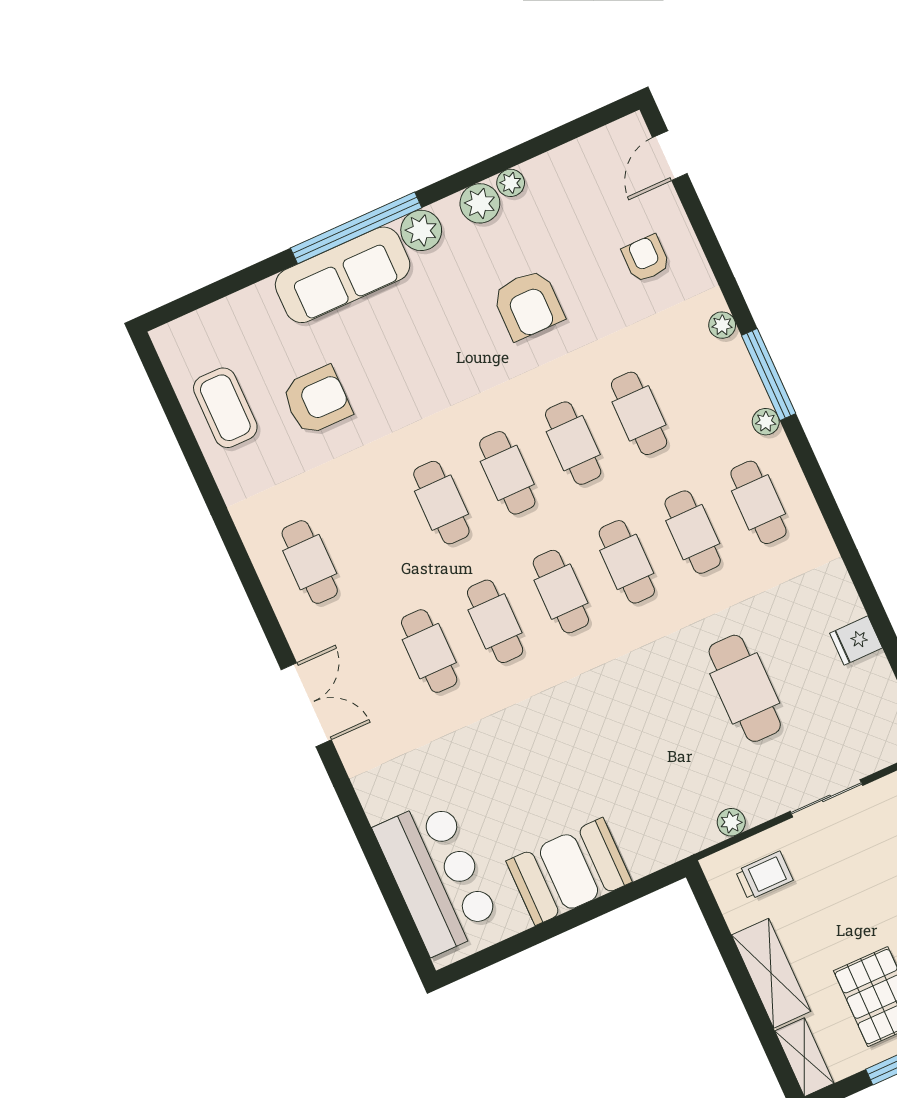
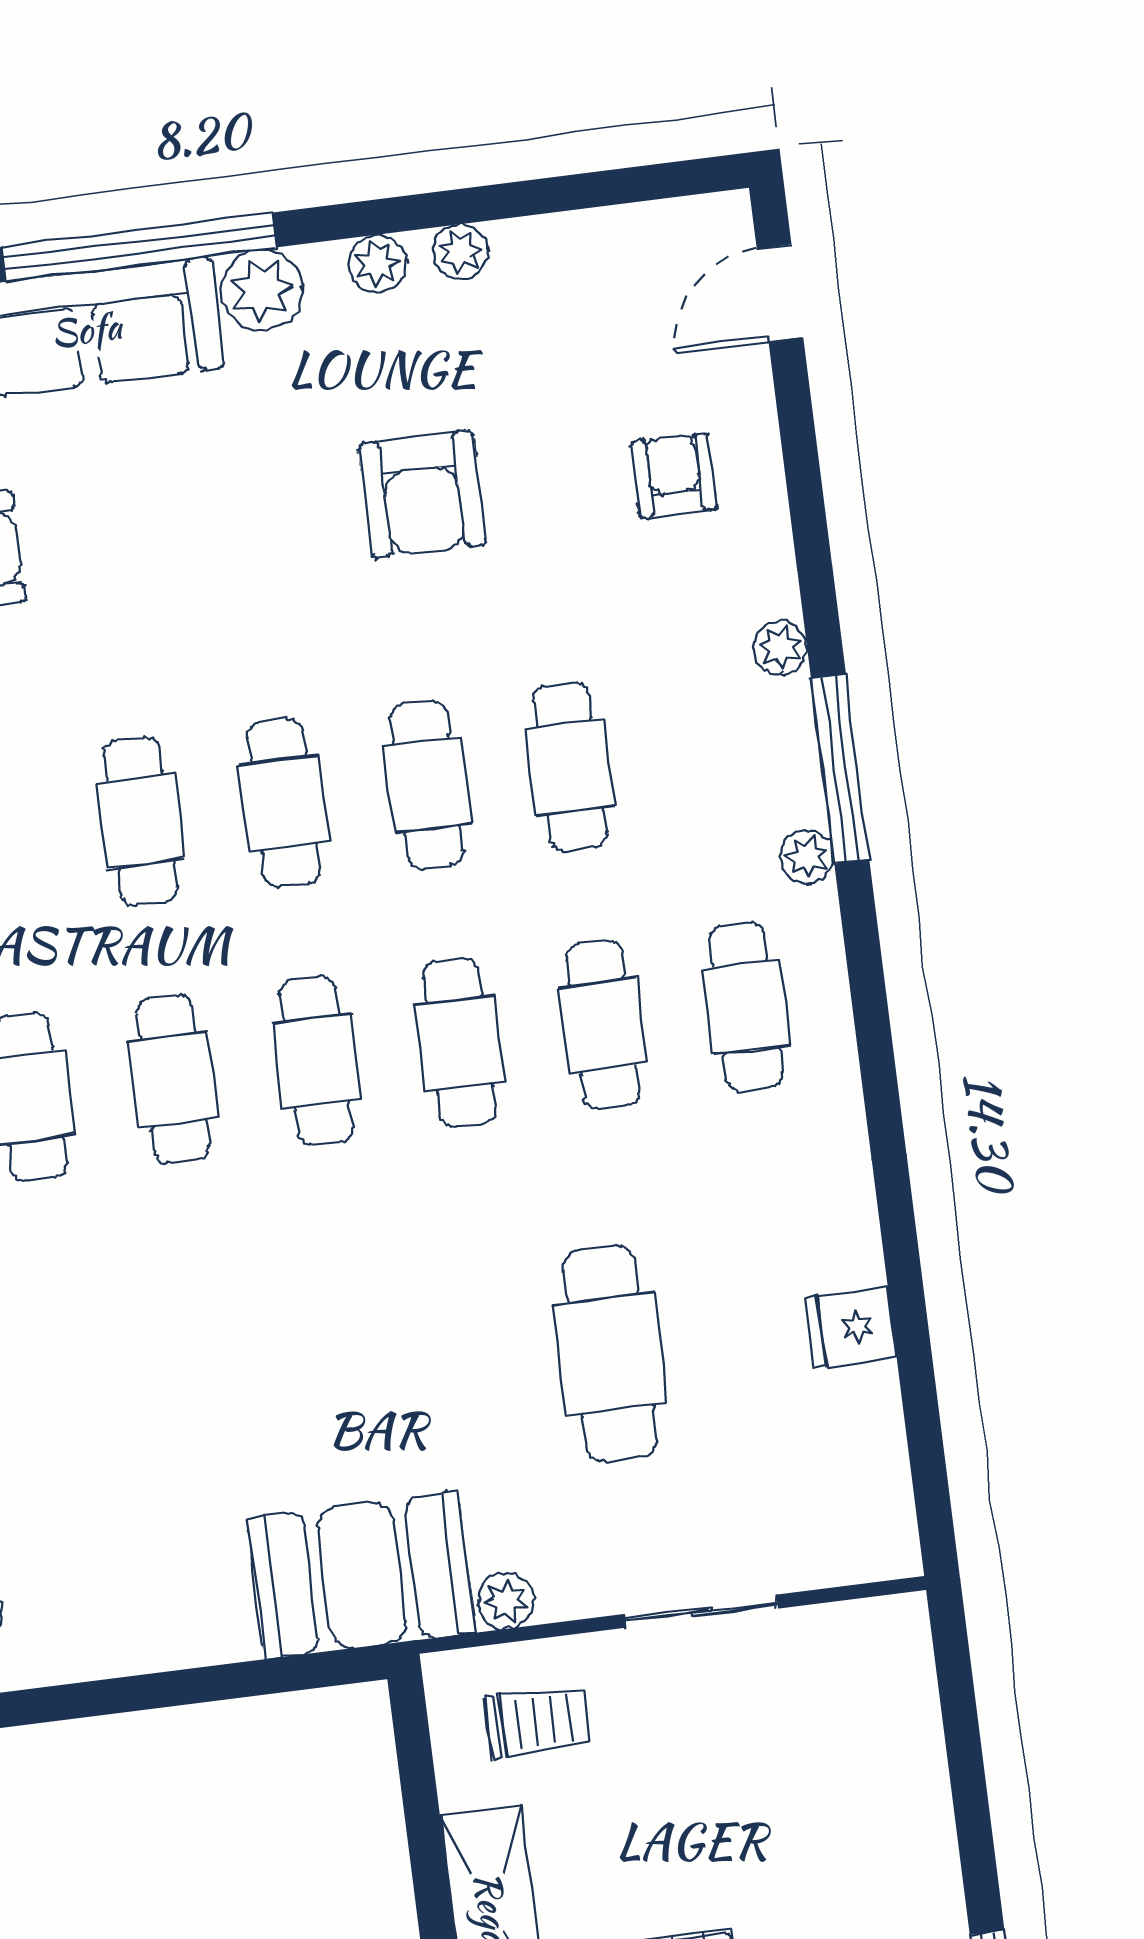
plant: (480, 203) -> (378, 264), width x0.73, depth x0.73
booth: (569, 871) -> (362, 1575), moved

